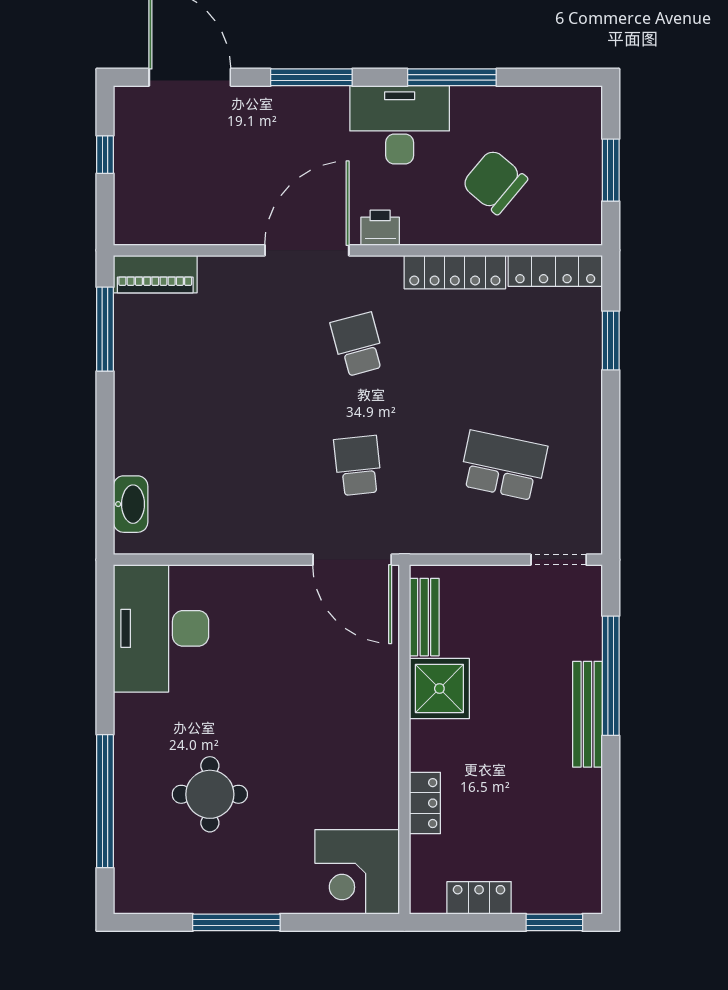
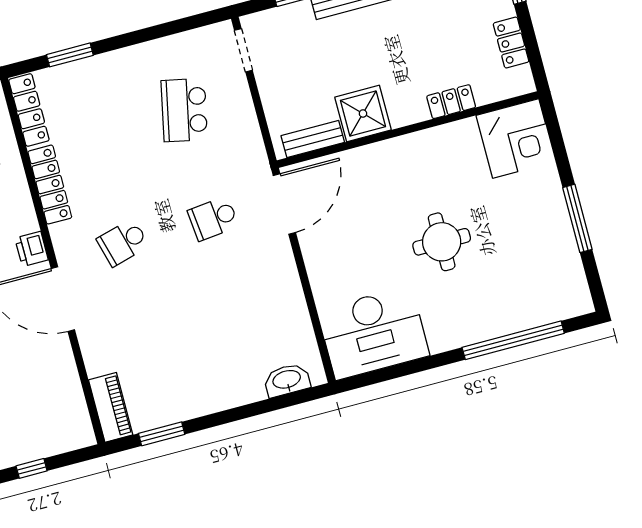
window: (105, 329) -> (162, 434), width x0.69
round table: (210, 794) -> (442, 242), moved

